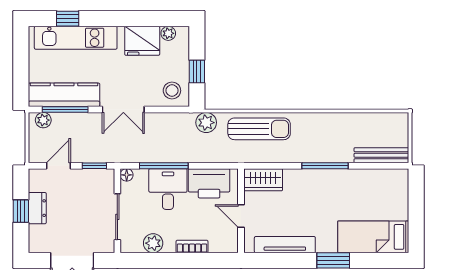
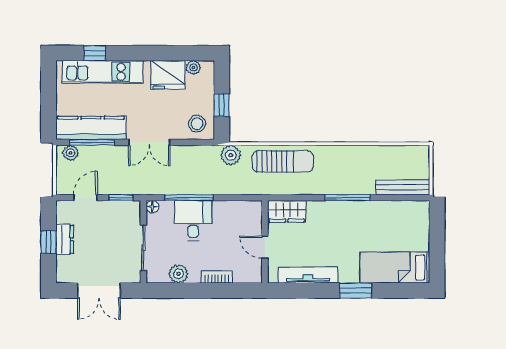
printer: (209, 183) -> (233, 215), removed

